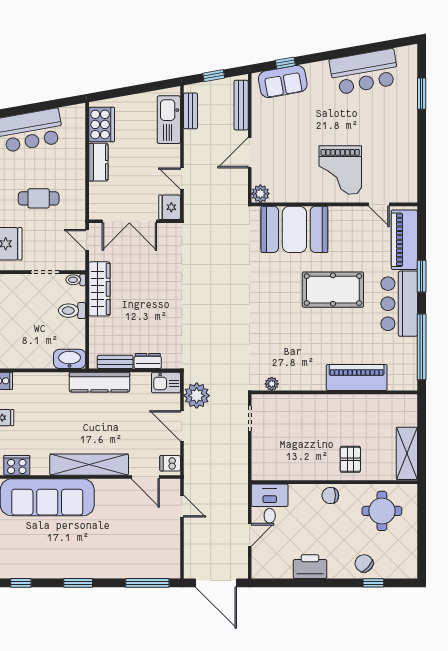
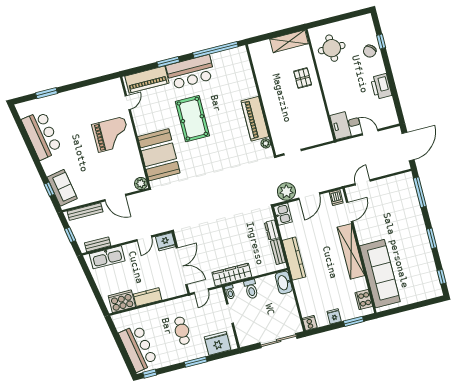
piano: (357, 377) -> (255, 119), moved
pallet: (350, 459) -> (303, 78), turned 90
chair: (330, 496) -> (330, 85), removed

